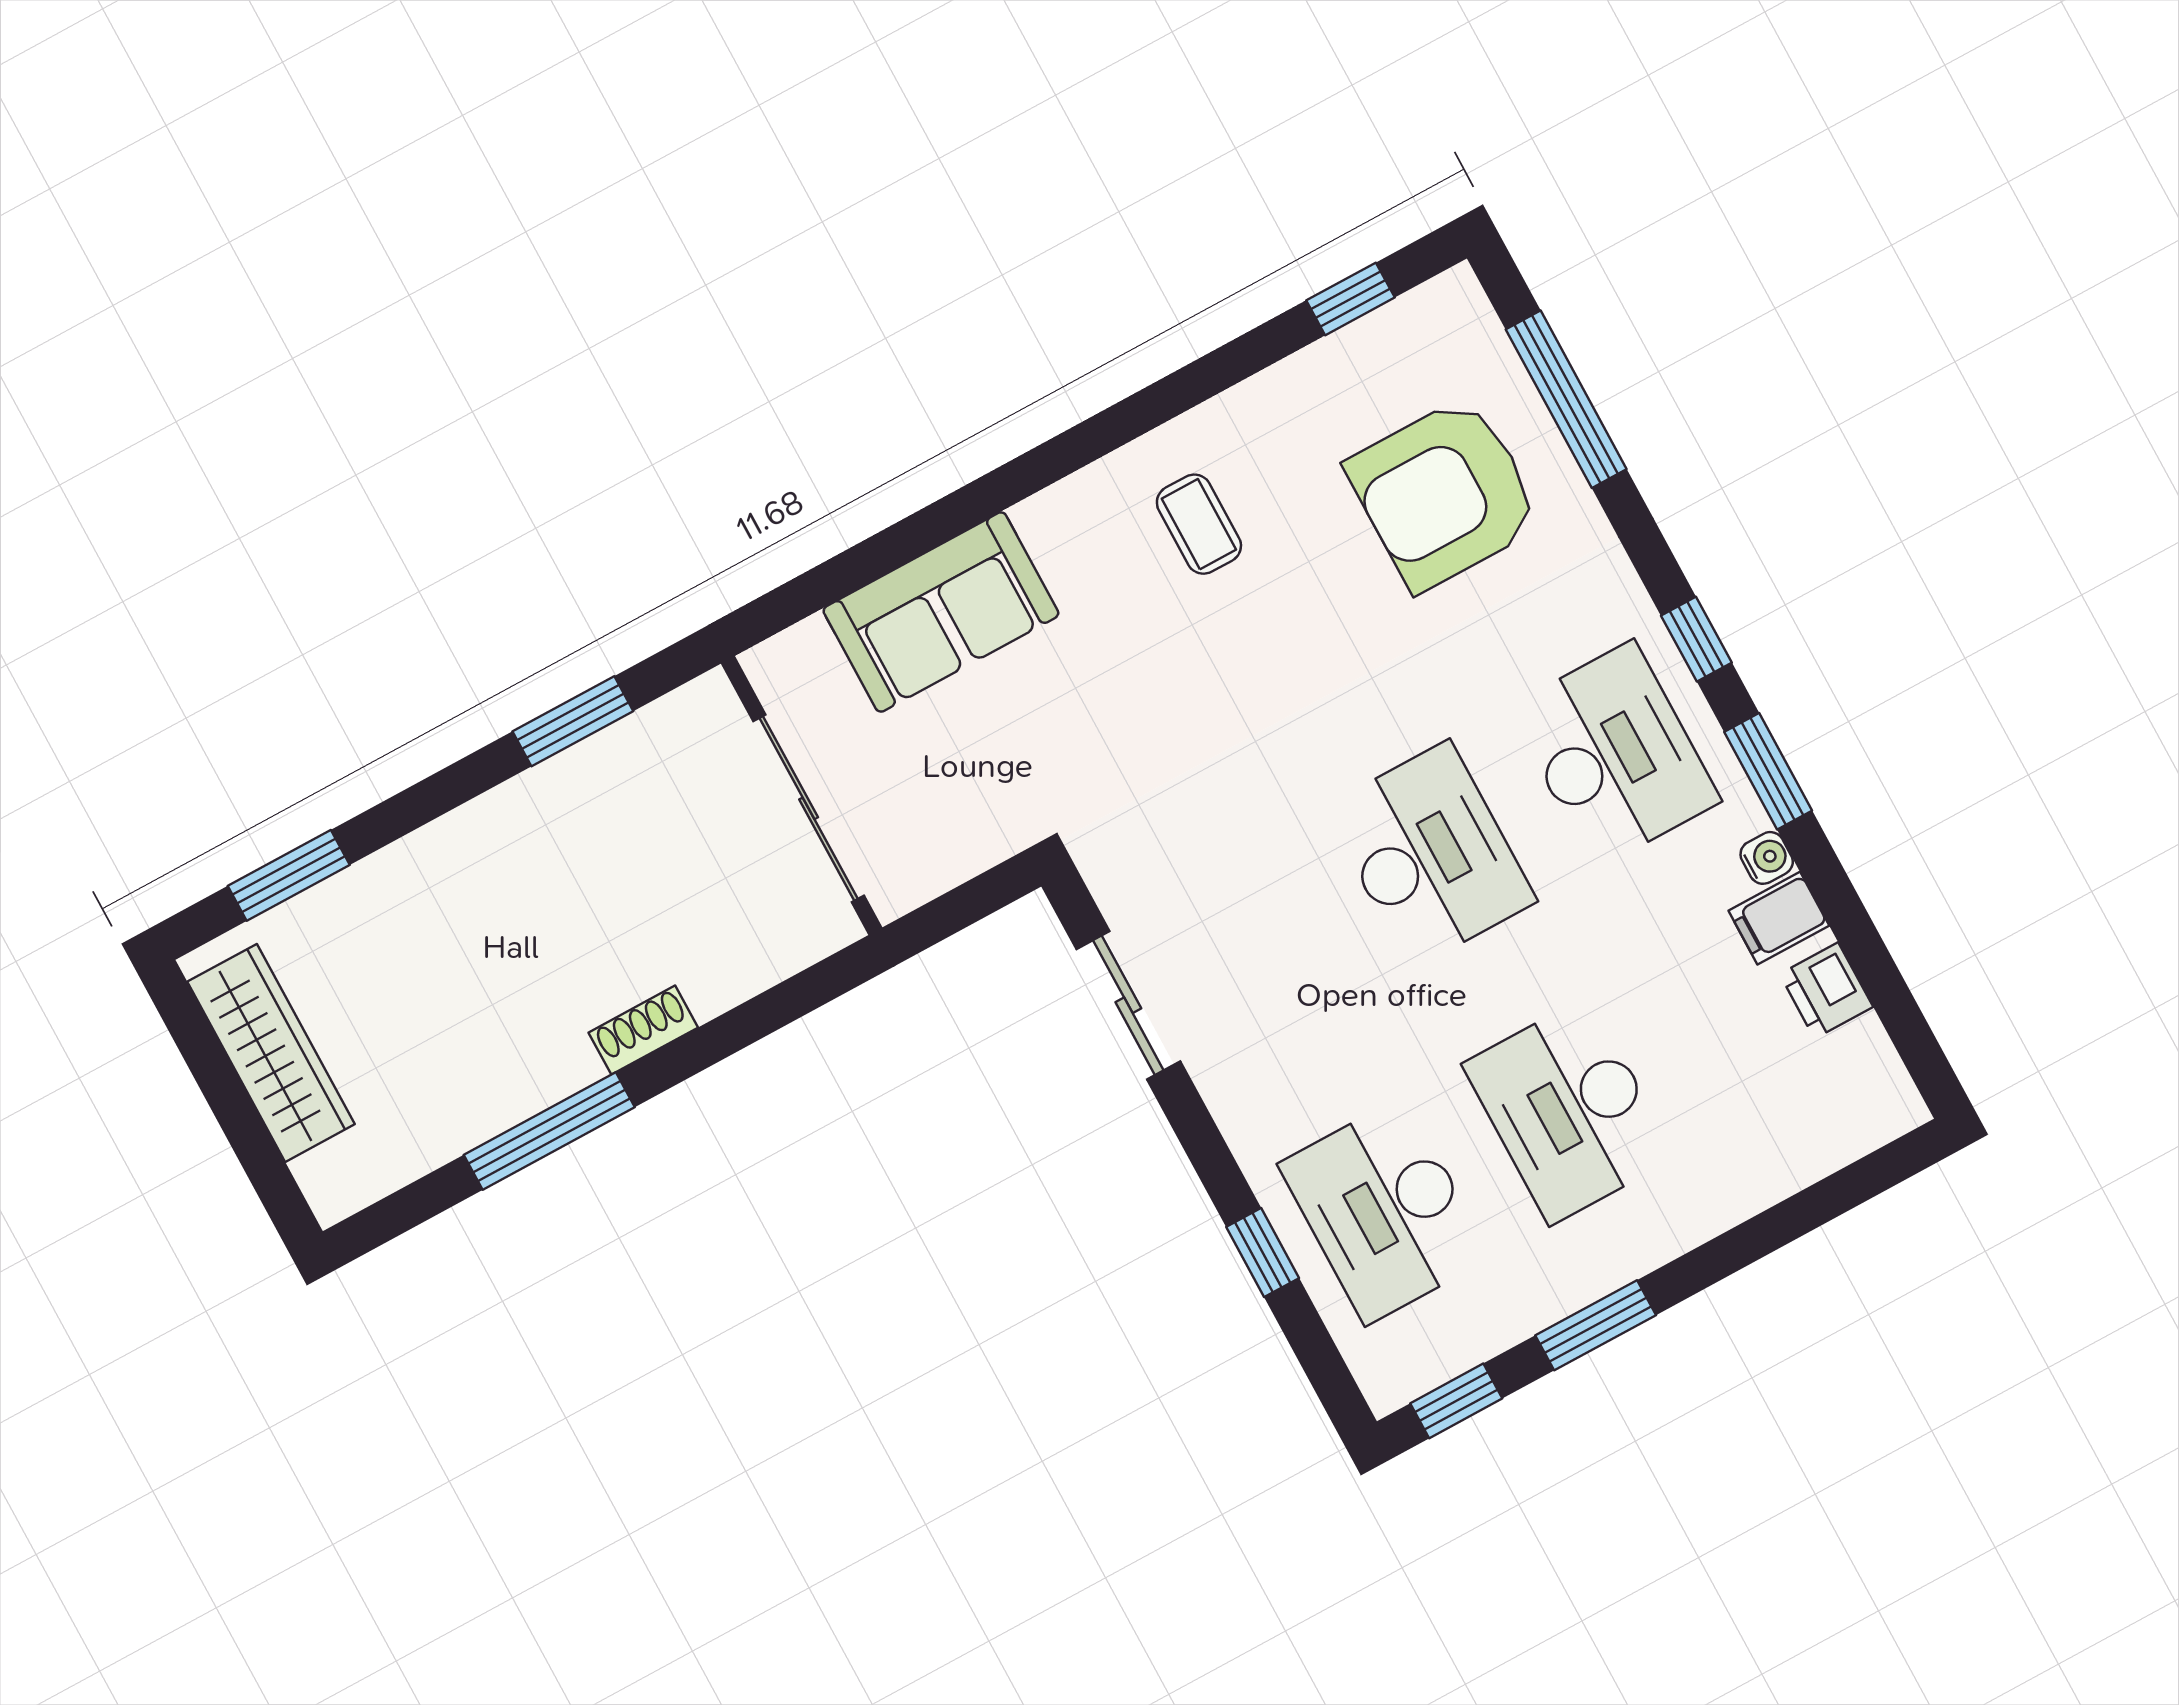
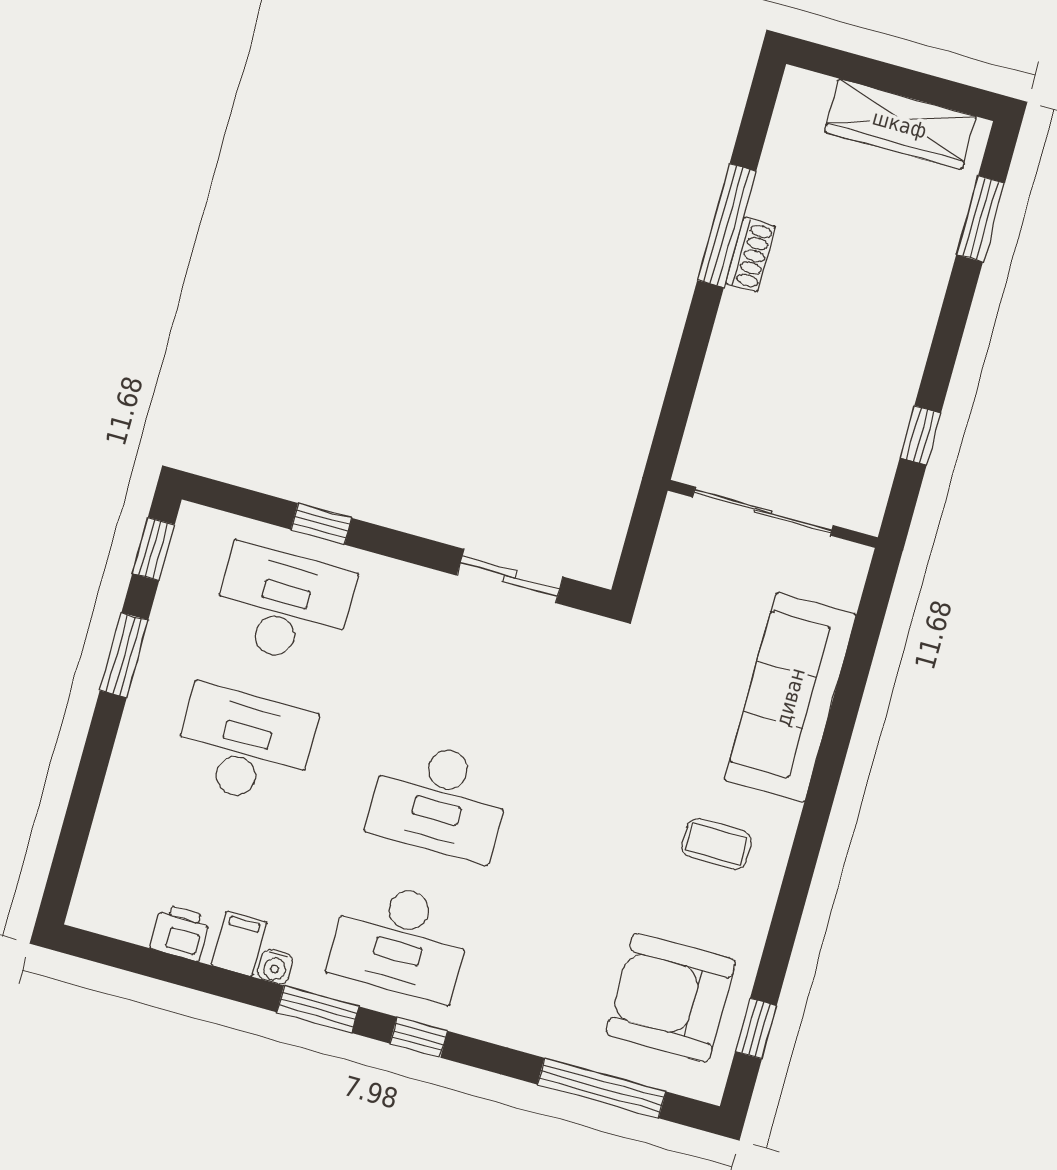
armchair: (1444, 494) -> (671, 997), moved, turned -90
sofa: (941, 612) -> (790, 697), width x1.36
window: (573, 721) -> (920, 435), width x0.67
shoe rack: (643, 1030) -> (750, 255), moved

